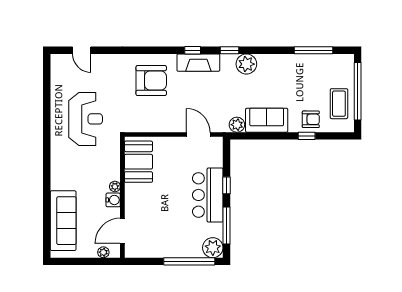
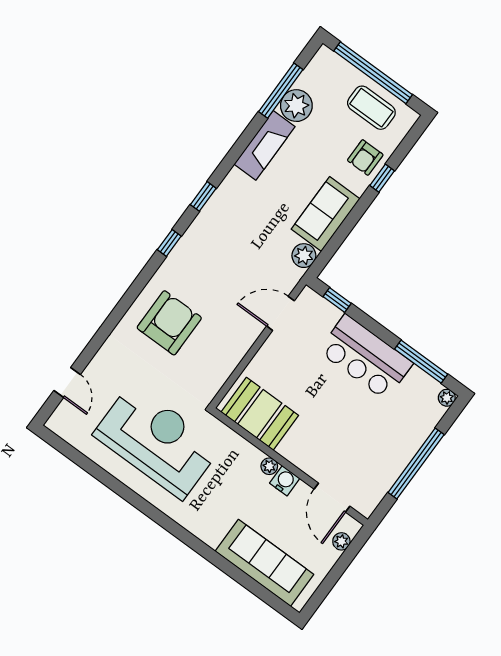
door: (82, 50) -> (67, 382), hinge flipped
fireplace: (198, 63) -> (265, 145), moved
plant: (246, 64) -> (296, 106), moved
reception desk: (86, 119) -> (157, 441), width x1.36, depth x1.30
armchair: (311, 119) -> (365, 158), turned 180
window: (226, 185) -> (337, 300), moved
plant: (213, 248) -> (447, 398), width x0.53, depth x0.53
window: (189, 261) -> (416, 463), moved

